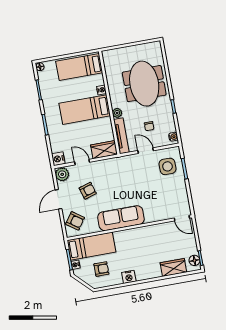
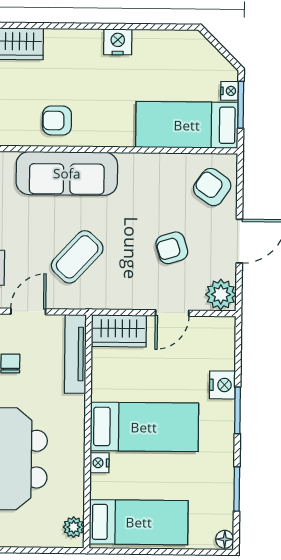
plant: (117, 113) -> (74, 527), moved
door: (146, 151) -> (28, 311), swing flipped
nightstand: (58, 159) -> (222, 385), moved
door: (82, 162) -> (172, 313), hinge flipped
coffee table: (129, 179) -> (77, 257), added
sofa: (121, 218) -> (67, 173), moved
armchair: (101, 269) -> (57, 120), moved

